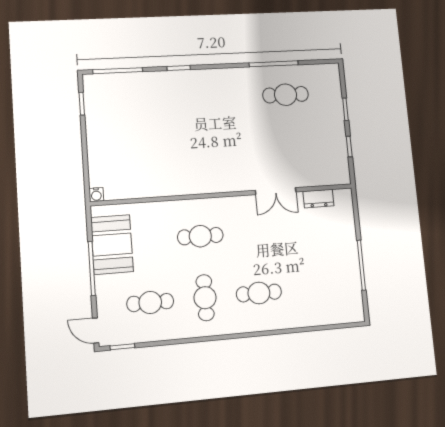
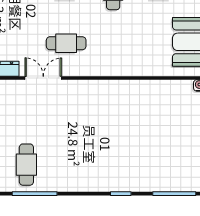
cafe table: (286, 95) -> (26, 165), turned 90
cafe table: (200, 236) -> (66, 43), moved

